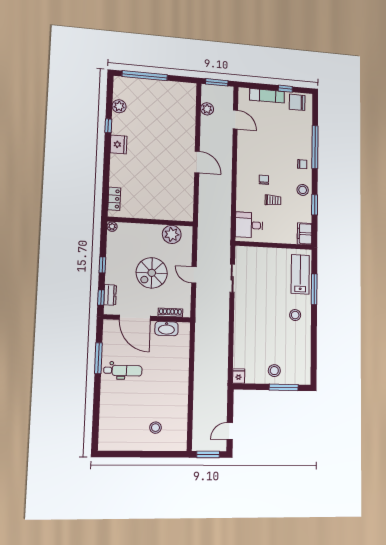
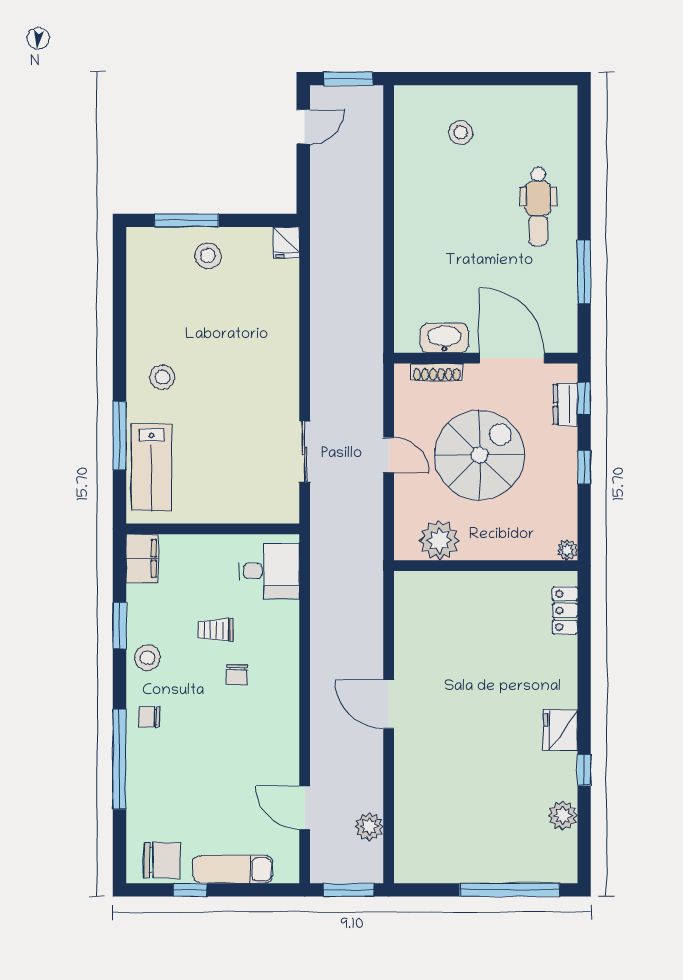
spiral stairs: (152, 273) -> (480, 455), width x1.37, depth x1.37
dental chair: (123, 371) -> (538, 206), moved, turned -90

